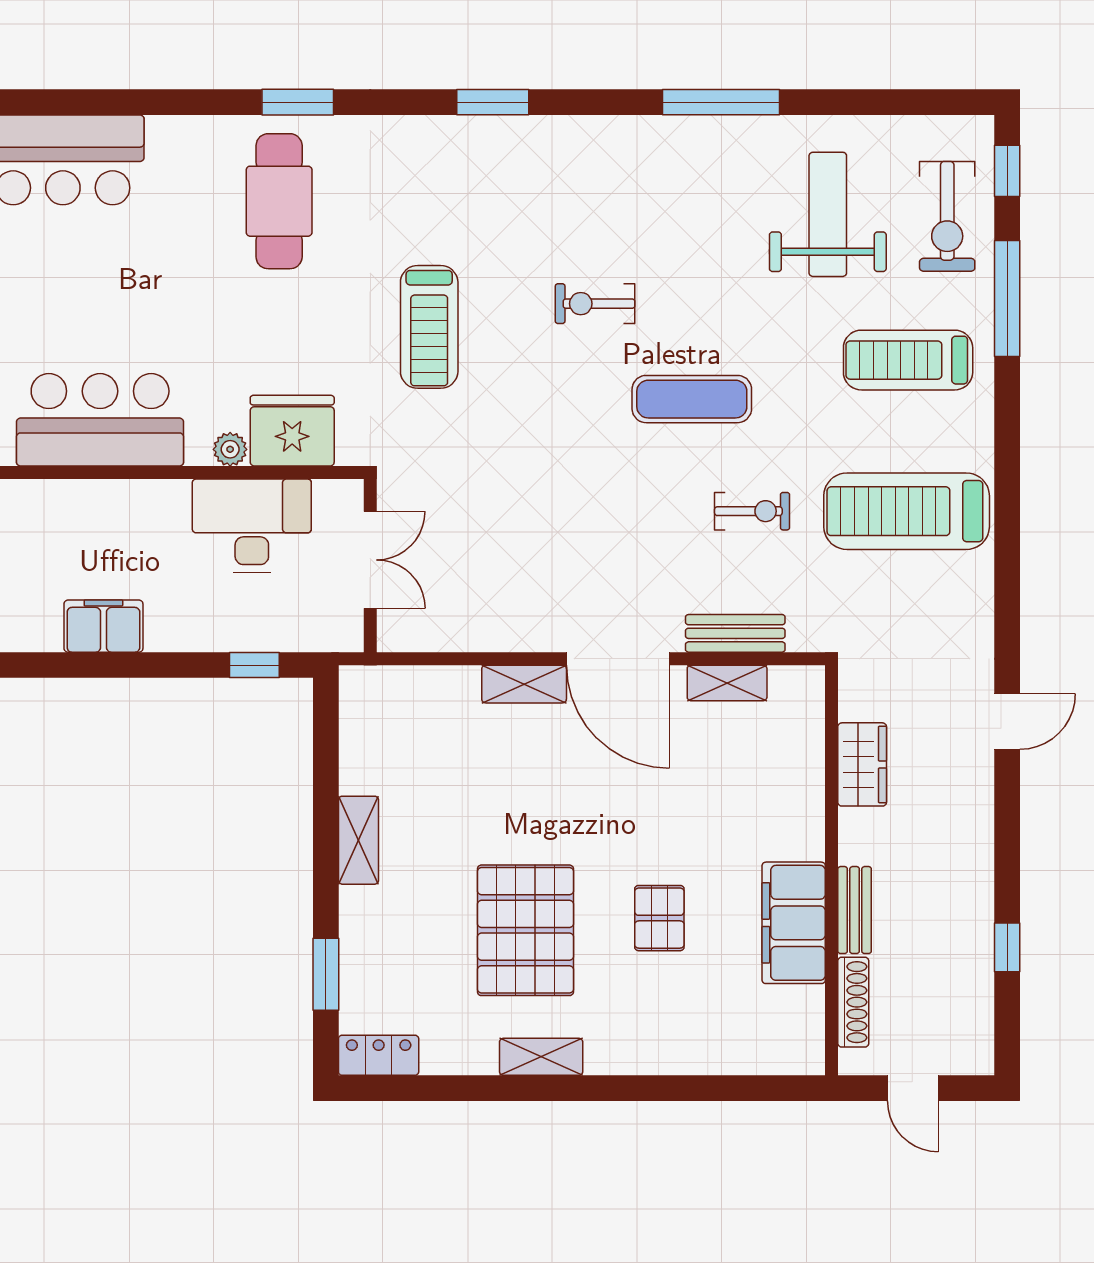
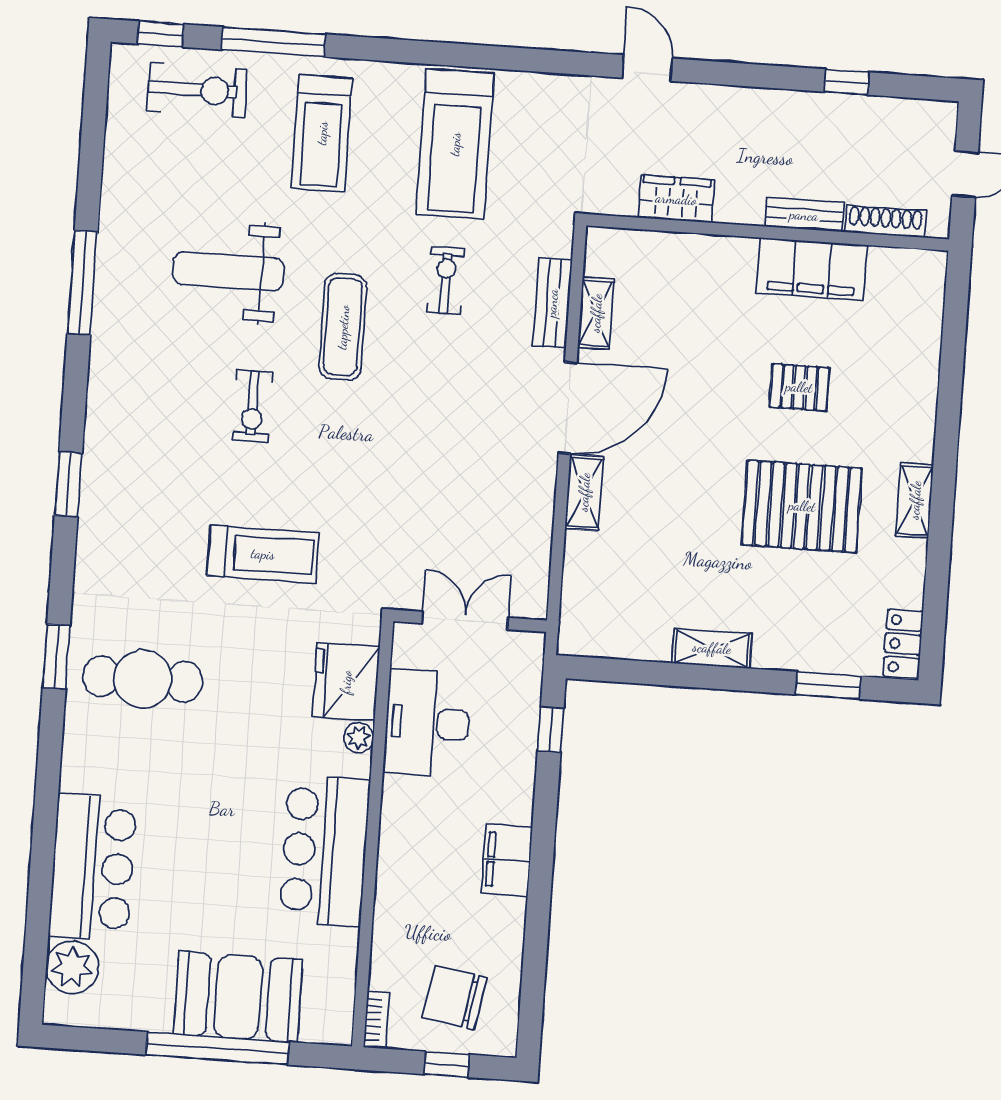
weight bench: (828, 214) -> (228, 271), moved

